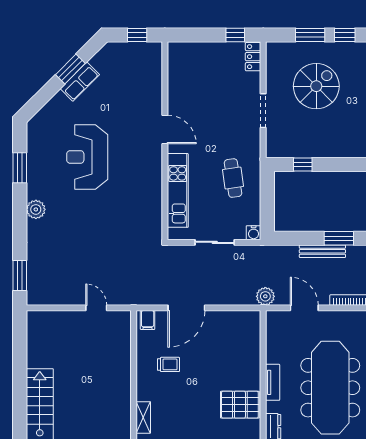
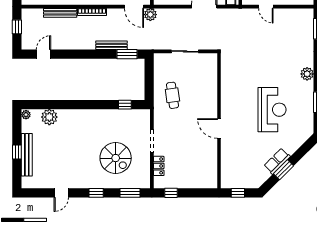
window: (310, 35) -> (130, 193), moved
locker: (253, 57) -> (159, 166), moved
spiral stairs: (316, 86) -> (116, 158), turned -90
kitchen unit: (178, 190) -> (210, 87), removed
water cooler: (254, 233) -> (158, 58), removed
window: (339, 238) -> (127, 54), moved
door: (304, 308) -> (134, 7), moved

